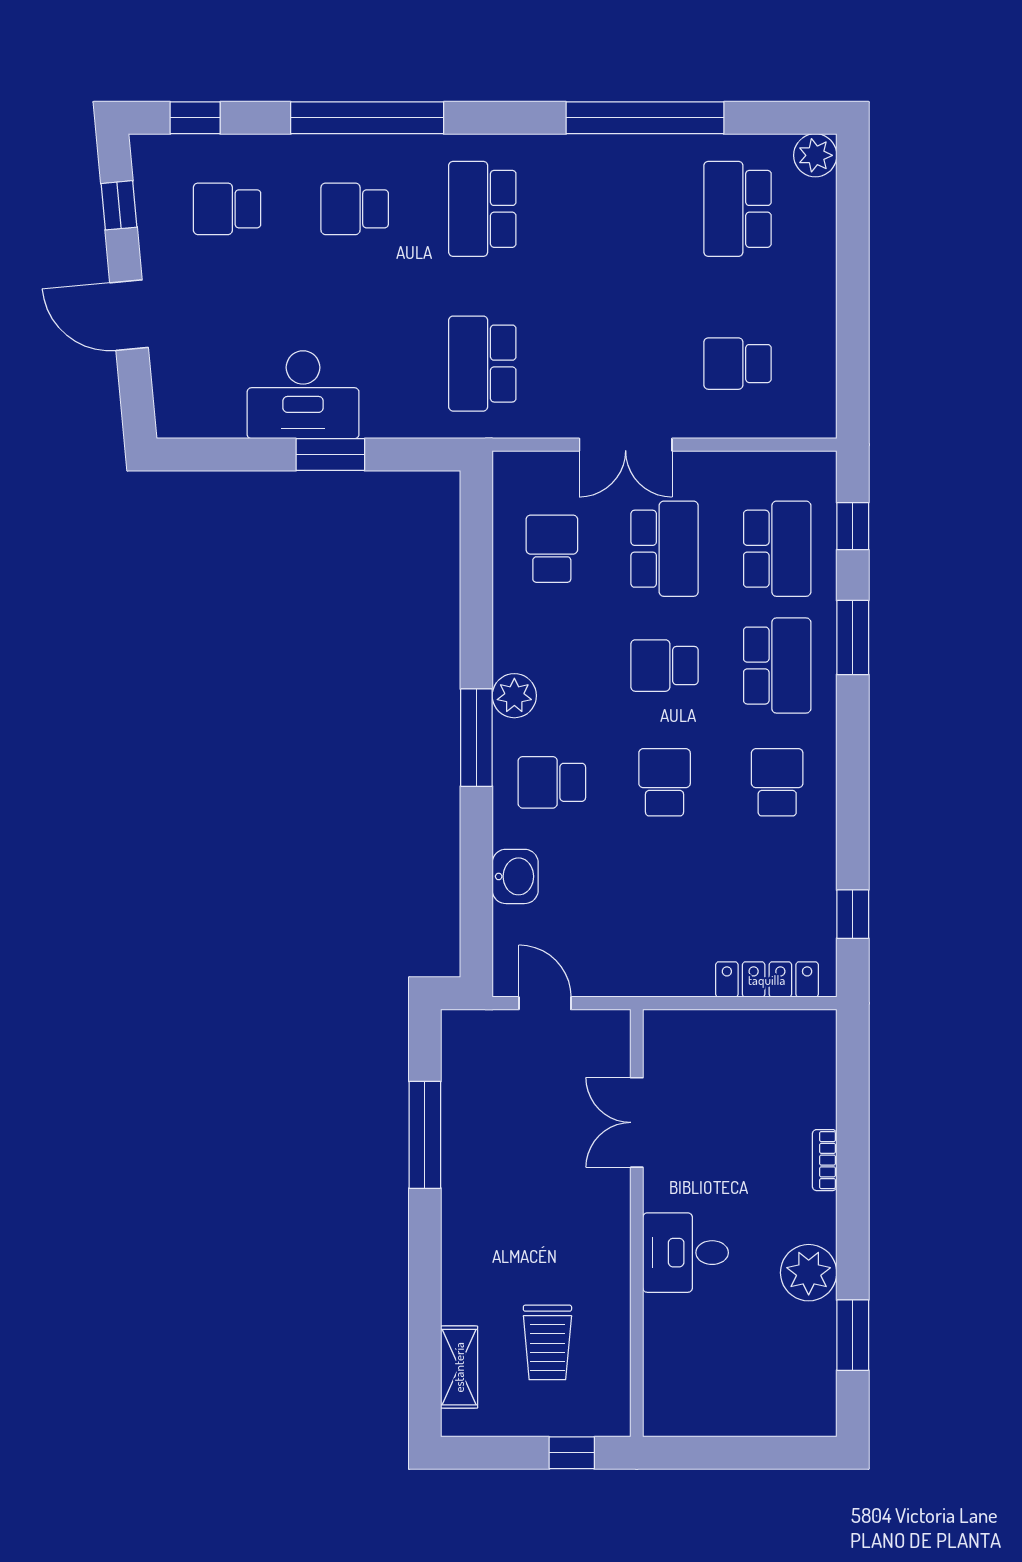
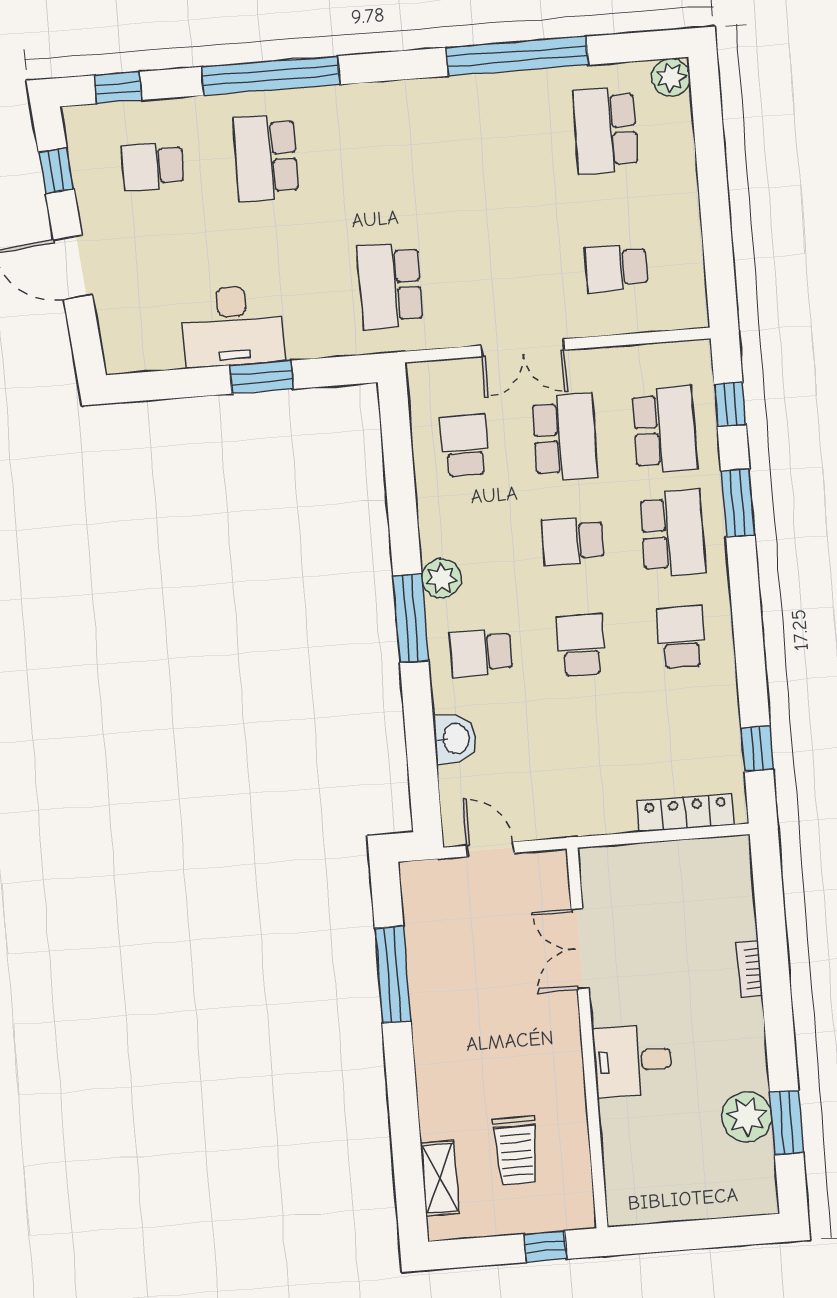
school desk: (355, 209) -> (266, 157), width x1.85
school desk: (482, 209) -> (379, 148), removed
plant: (809, 1273) -> (747, 1117), moved

